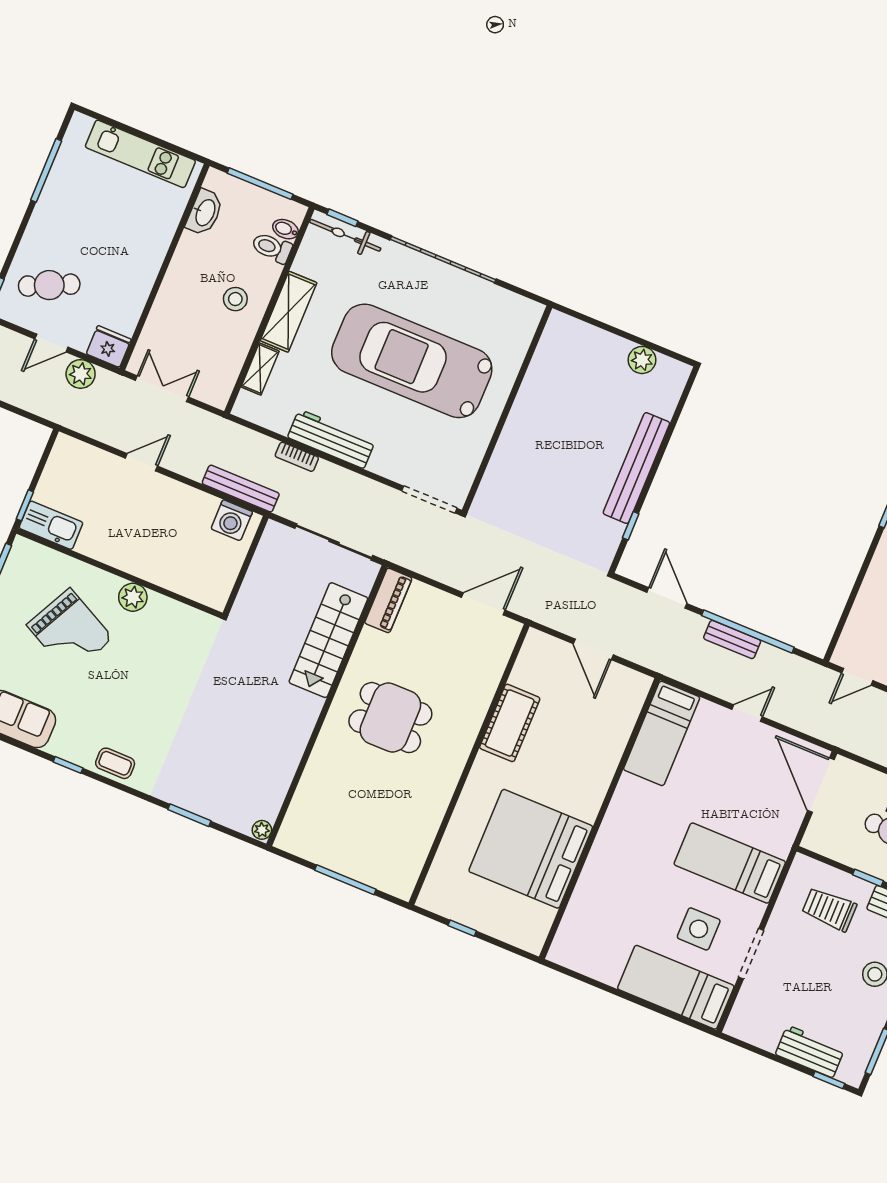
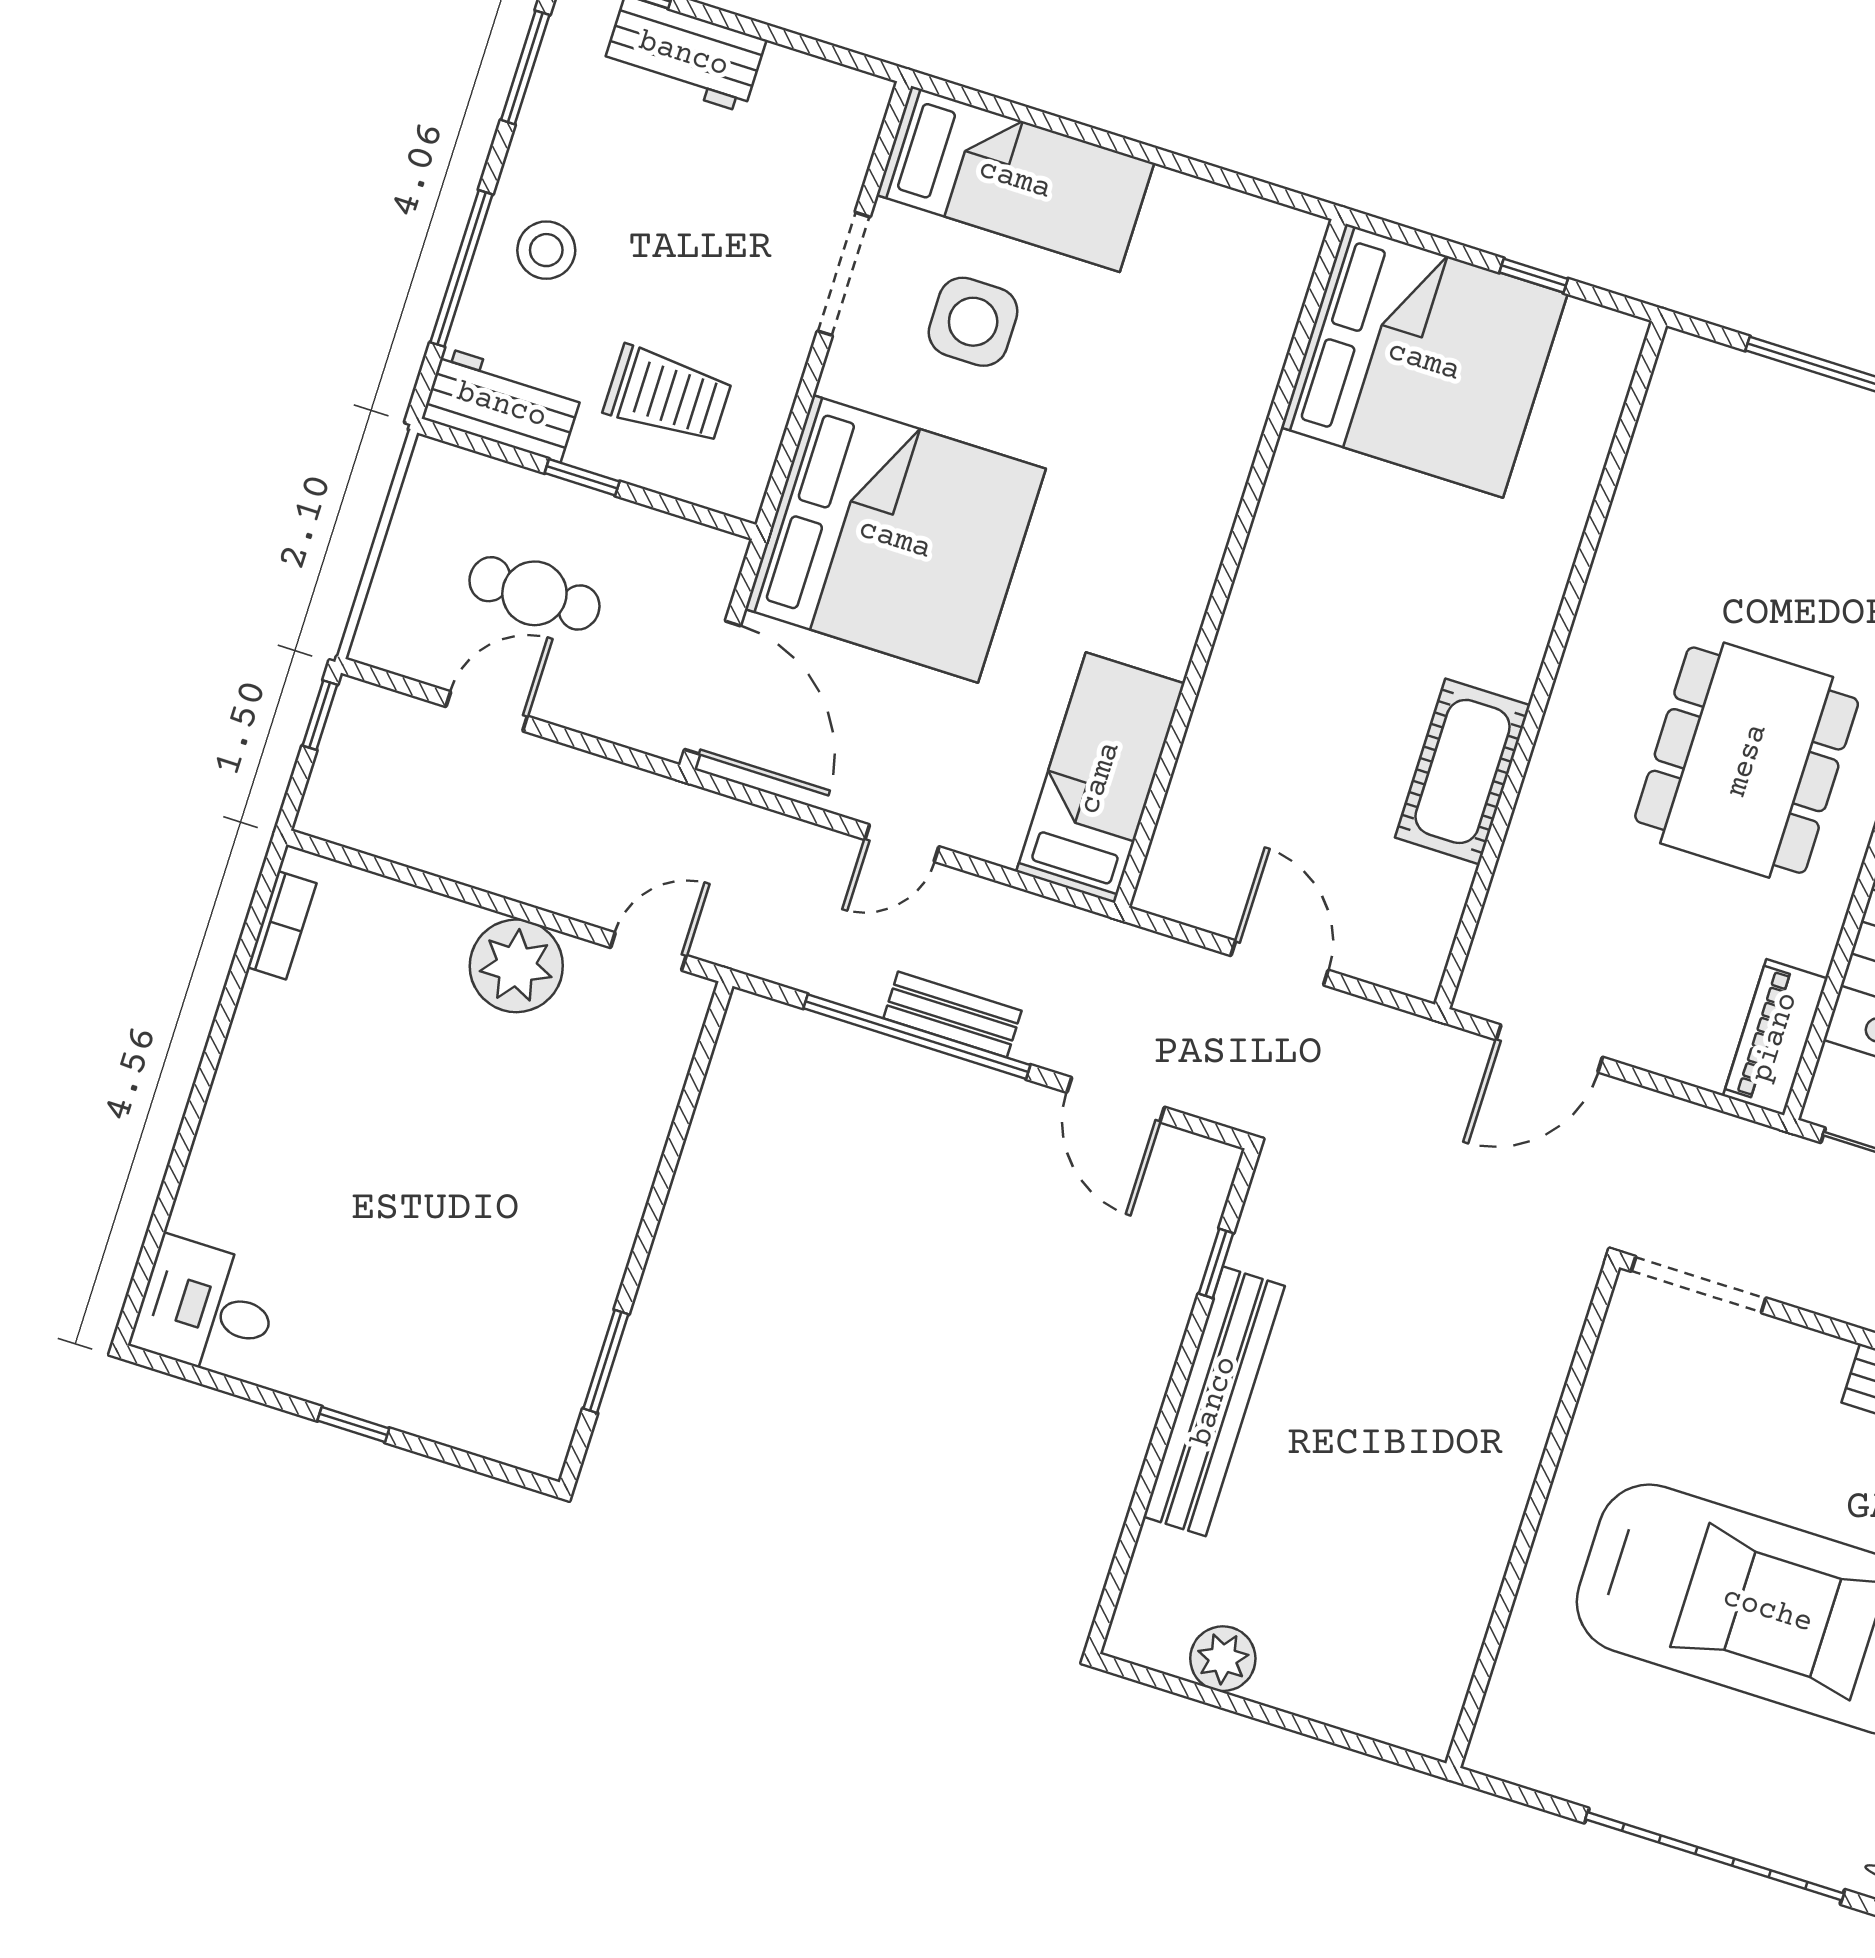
dining table: (390, 718) -> (1747, 760), width x1.38
bed: (531, 849) -> (1424, 361), moved
bed: (730, 863) -> (895, 539), width x2.04

